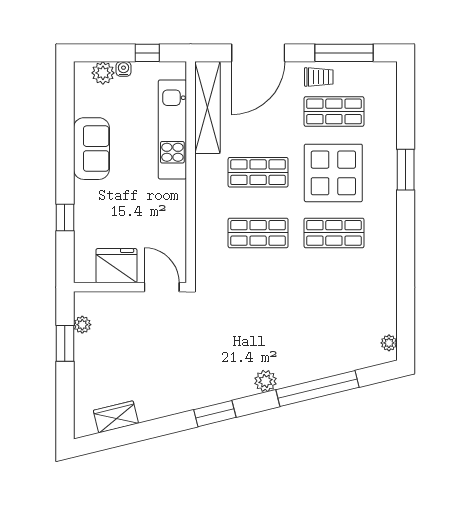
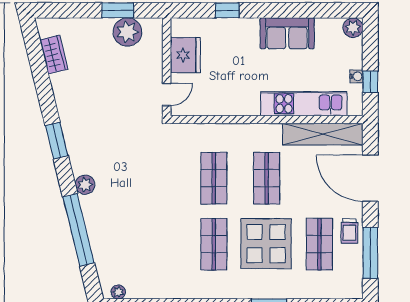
water cooler: (124, 69) -> (356, 76), moved
plant: (103, 73) -> (353, 28), moved
door: (162, 287) -> (167, 94), width x0.73
plant: (82, 325) -> (127, 32), width x1.87, depth x1.87

